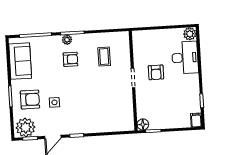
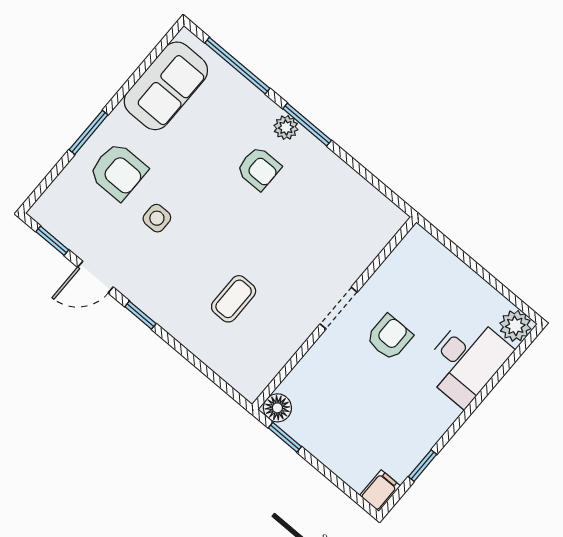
coffee table: (104, 57) -> (234, 299), moved
armchair: (156, 72) -> (389, 337), turned 180
plant: (25, 127) -> (63, 213), removed

